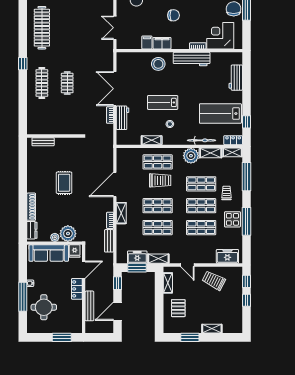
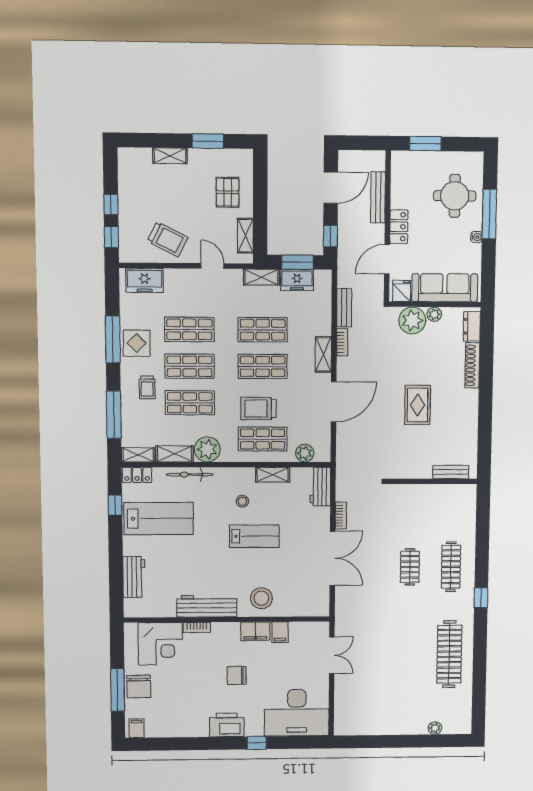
workbench: (123, 118) -> (320, 487), moved
plant: (132, 153) -> (305, 453), added

